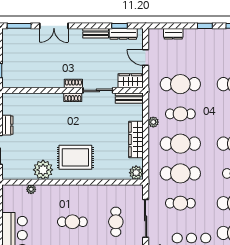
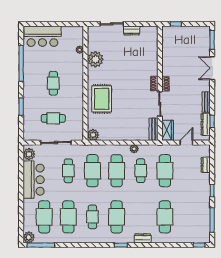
wardrobe: (136, 139) -> (120, 135), removed
rug: (75, 157) -> (102, 99), moved

